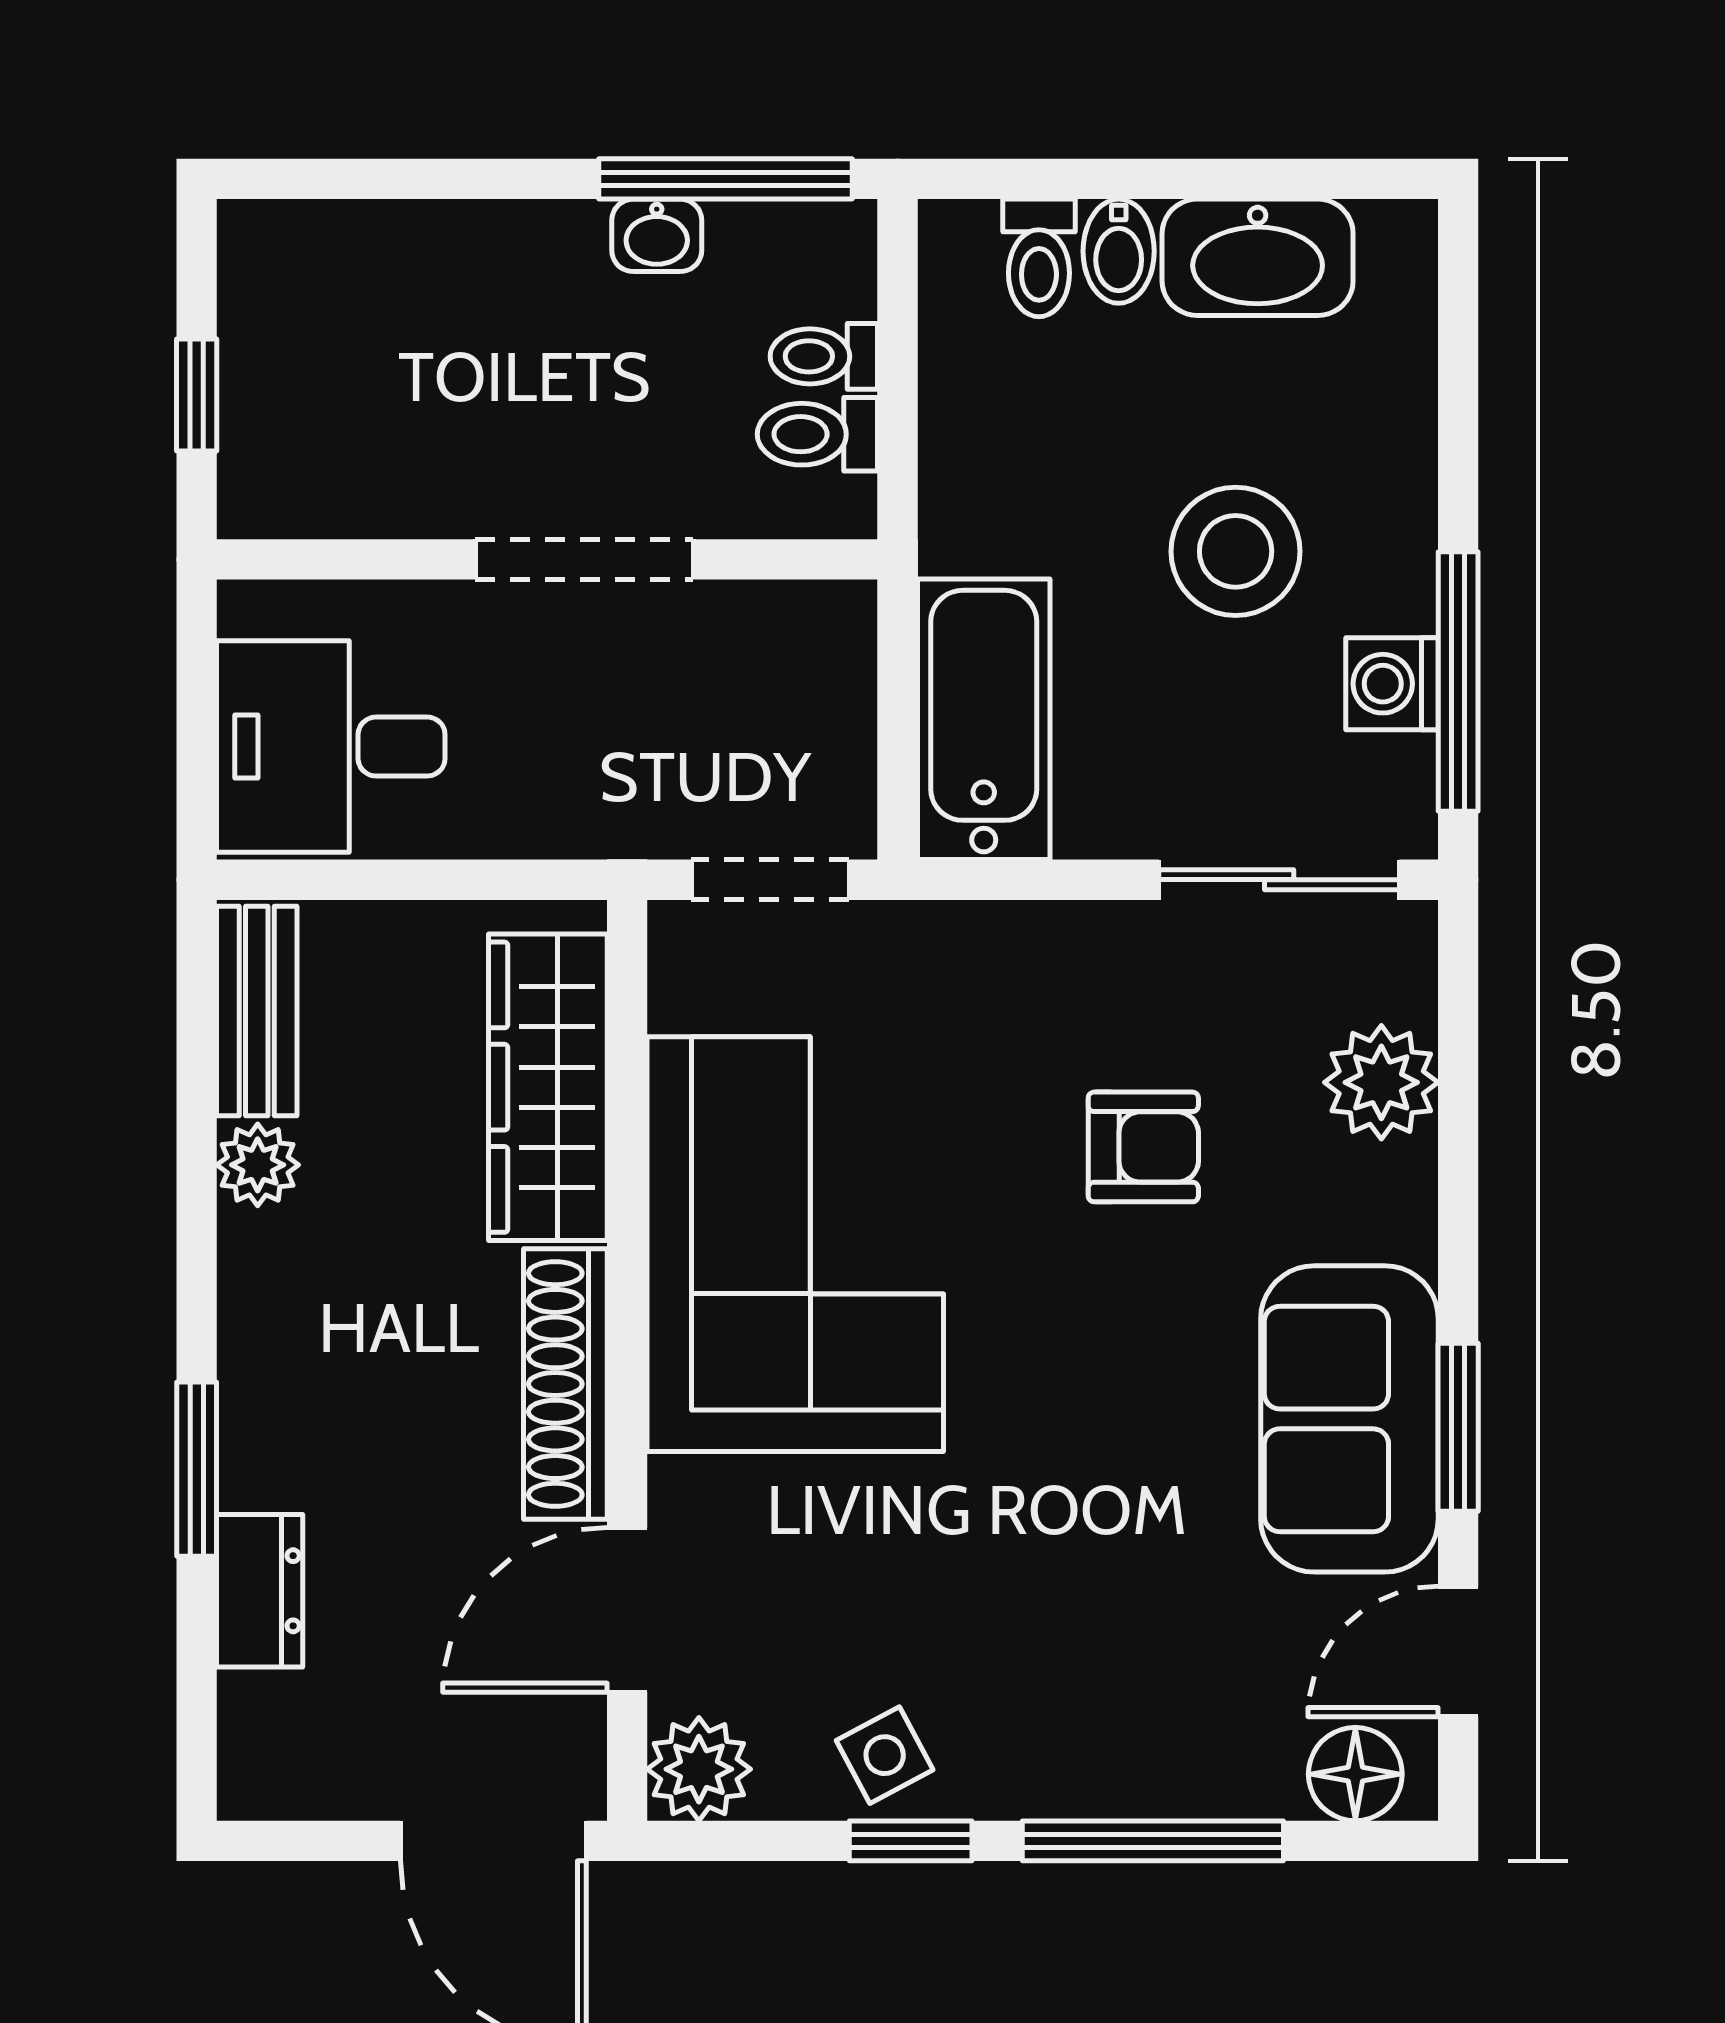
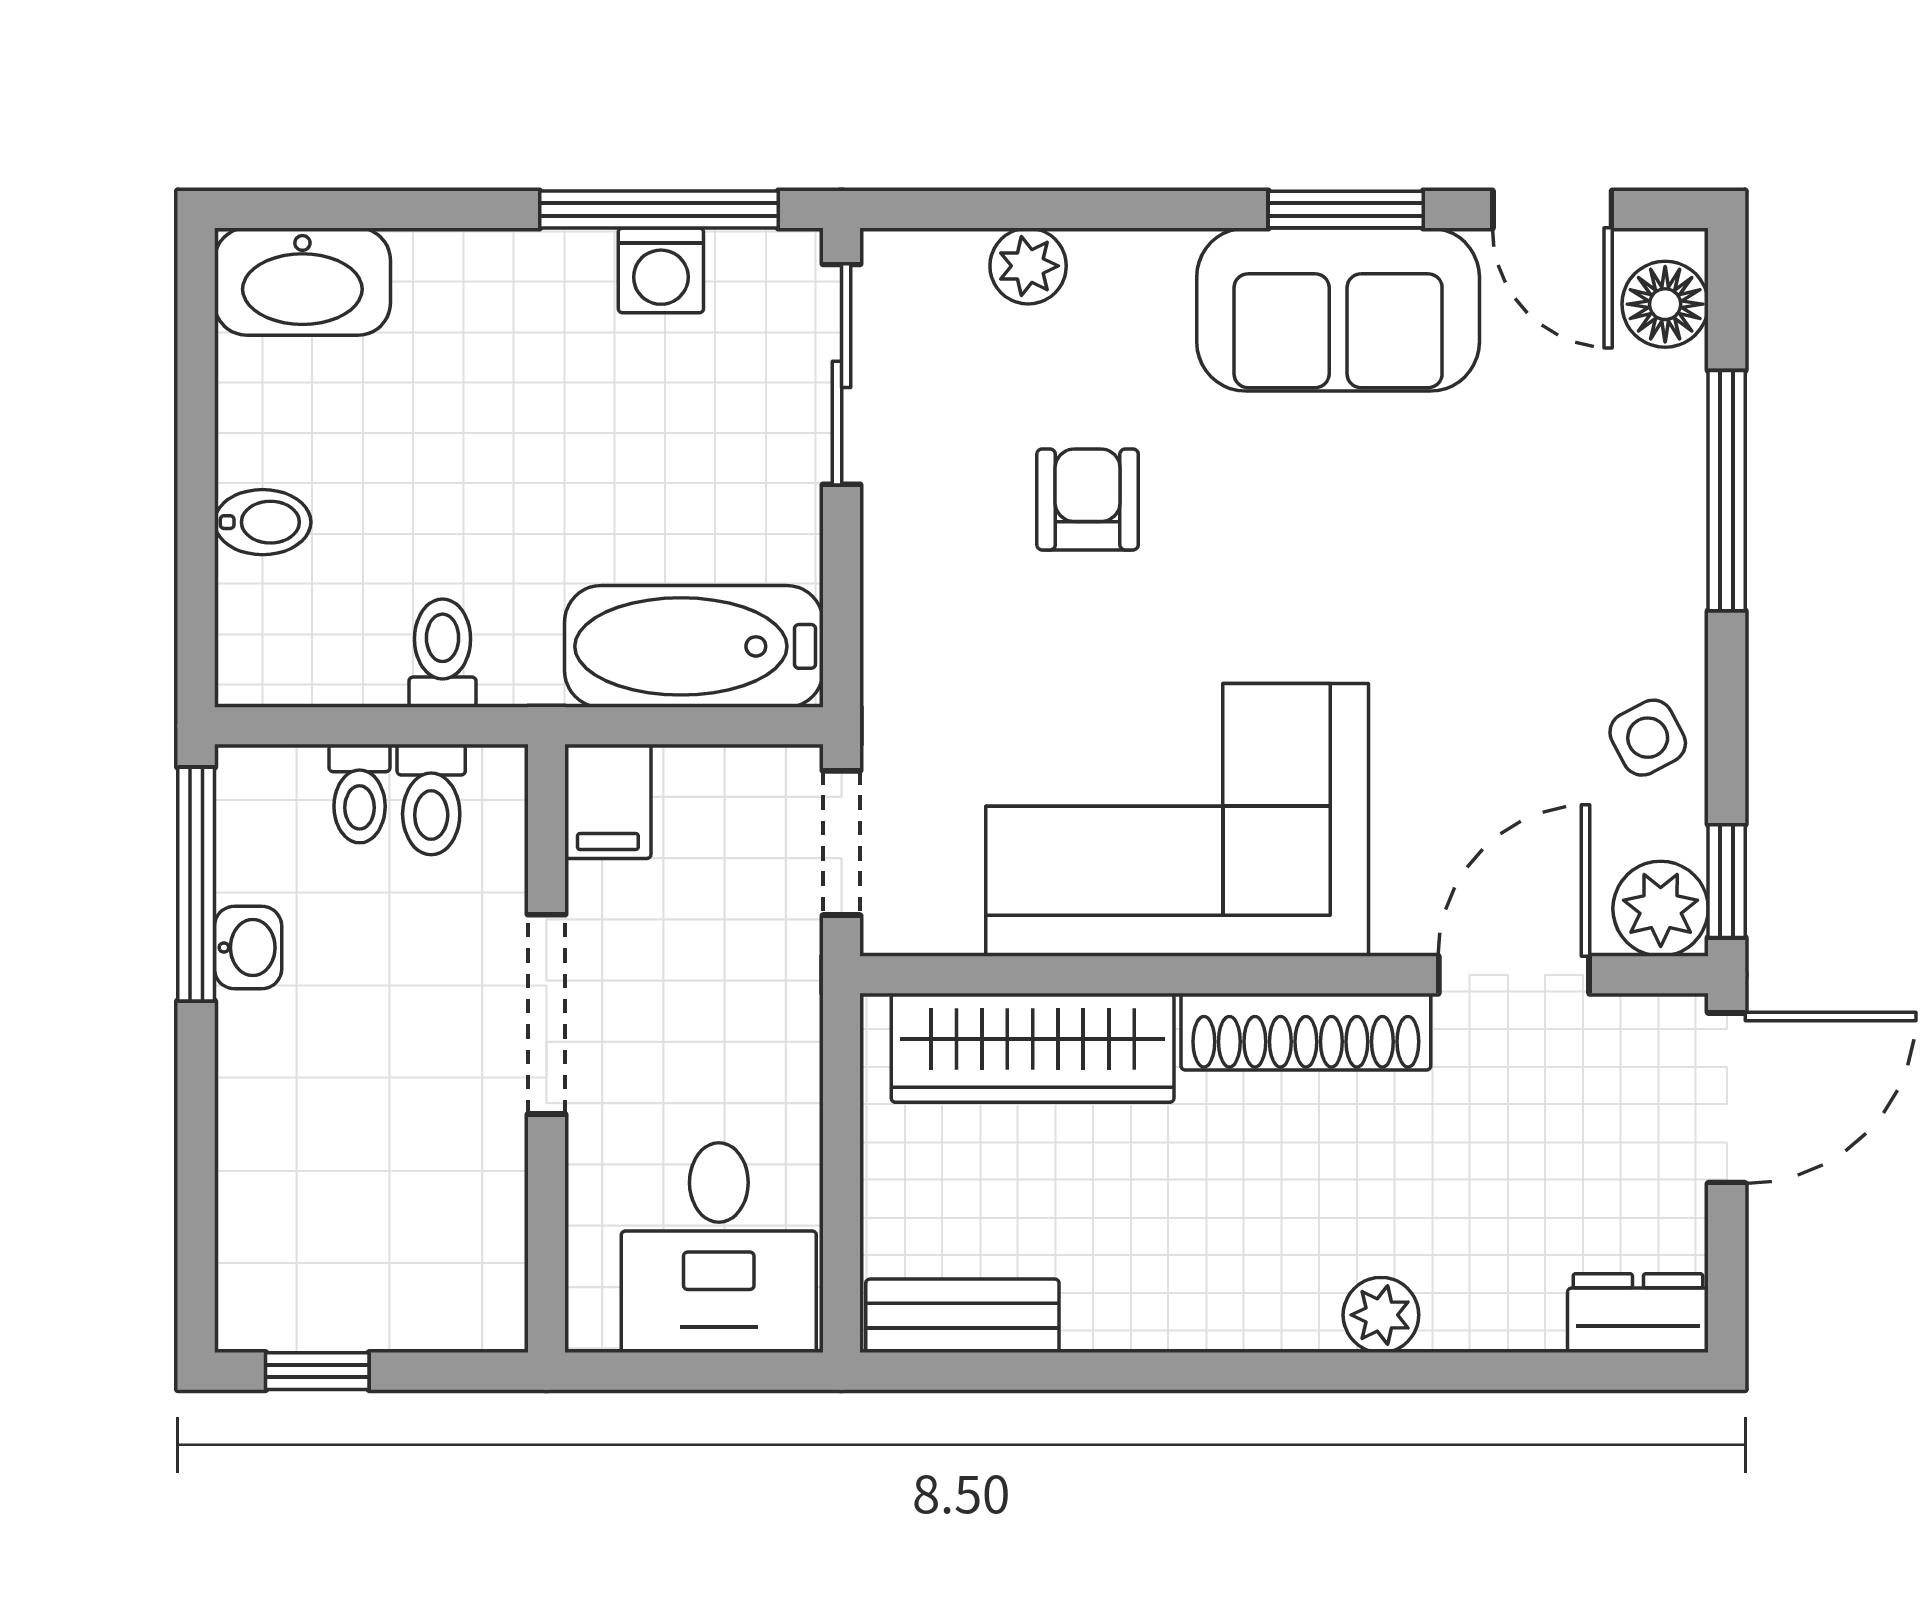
washbasin: (1258, 257) -> (302, 282), moved, turned 90
toilet: (1039, 258) -> (443, 653), moved, turned -90
window: (197, 395) -> (317, 1371), moved
stool: (1236, 551) -> (539, 414), removed
filing cabinet: (815, 626) -> (608, 801), added
plant: (1381, 1082) -> (1028, 266), width x0.73, depth x0.73
plant: (258, 1165) -> (1381, 1315), moved
window: (197, 1469) -> (1384, 1371), removed
dresser: (260, 1591) -> (1638, 1313), moved
door: (627, 1610) -> (1514, 975), swing flipped
window: (911, 1841) -> (1727, 881), moved

